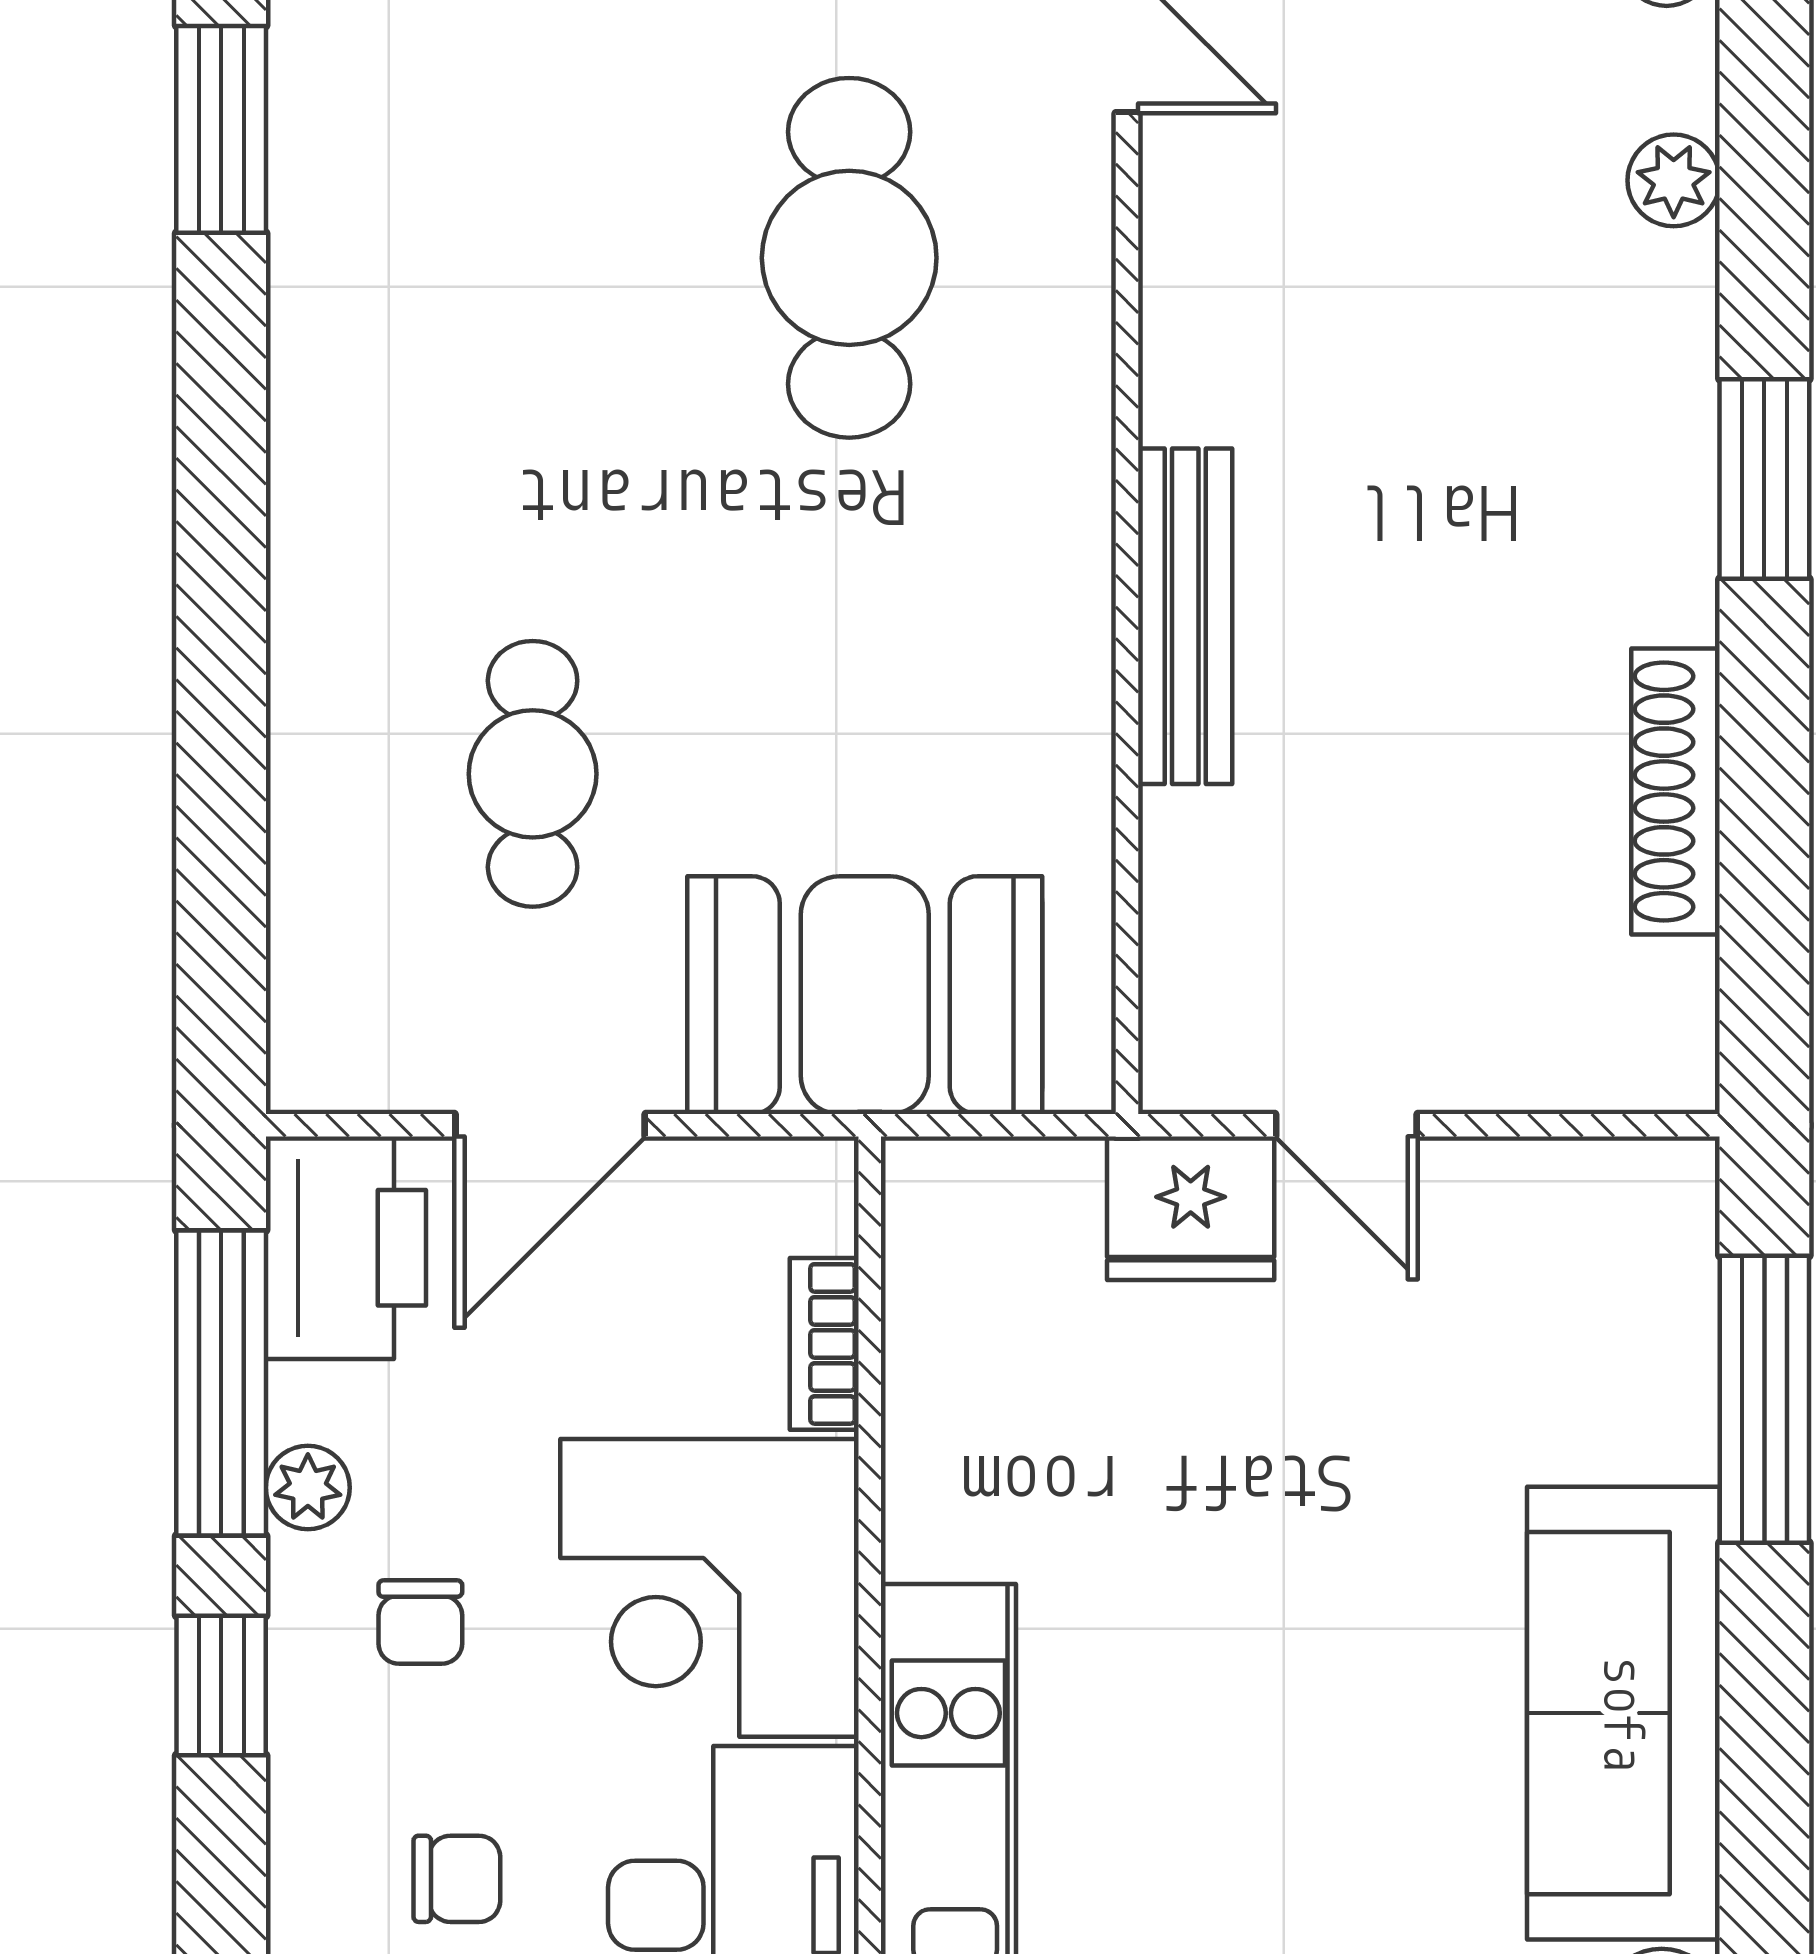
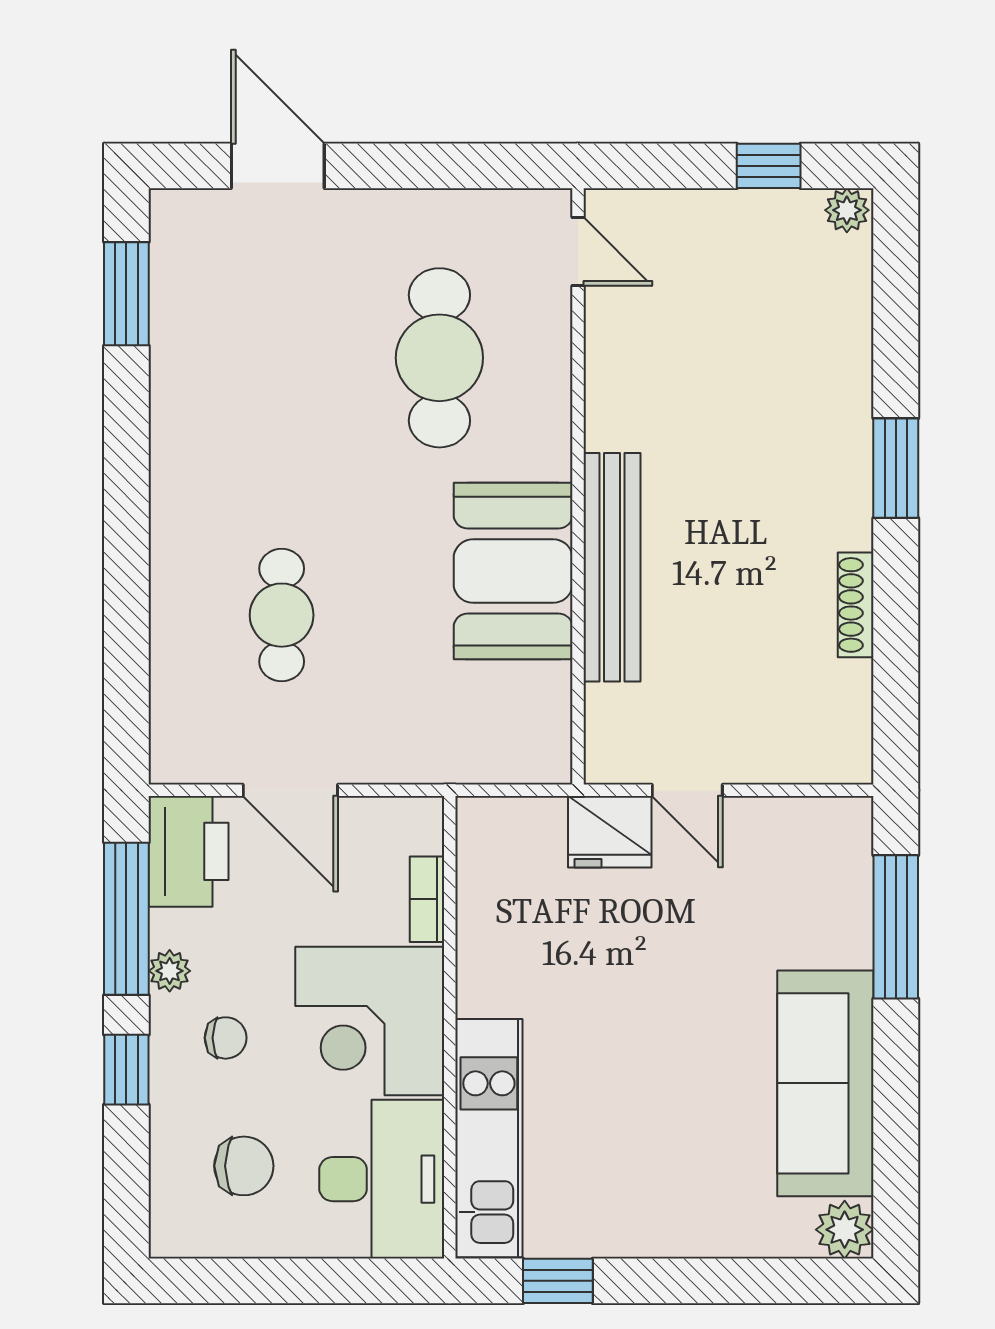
plant: (1674, 180) -> (850, 319), removed
bench: (1185, 616) -> (612, 567), width x1.37, depth x1.21
shoe rack: (1675, 791) -> (856, 605), width x0.74, depth x0.81
booth: (865, 995) -> (513, 571), moved, turned 90
door: (550, 1125) -> (290, 790), hinge flipped
chair: (420, 1622) -> (226, 1038), turned -90
chair: (457, 1879) -> (244, 1166), width x1.37, depth x1.37

